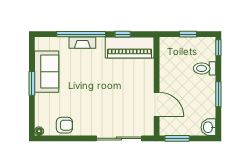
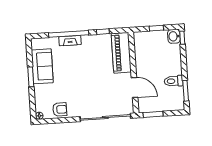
piano: (130, 48) -> (121, 53), moved, turned 90
toilet: (205, 68) -> (174, 81), moved
window: (218, 94) -> (186, 91), moved
washbasin: (208, 127) -> (174, 36), moved
sliding door: (119, 138) -> (105, 117), width x1.36

